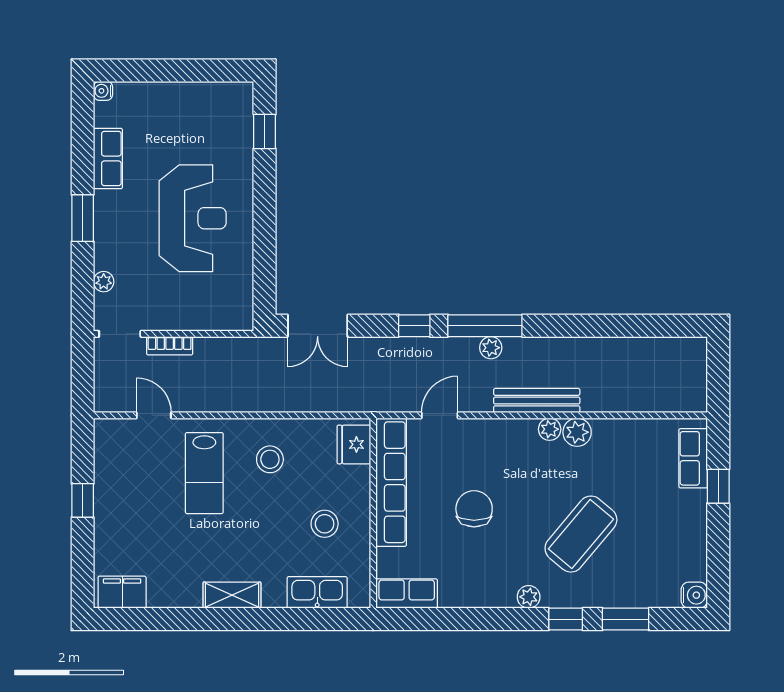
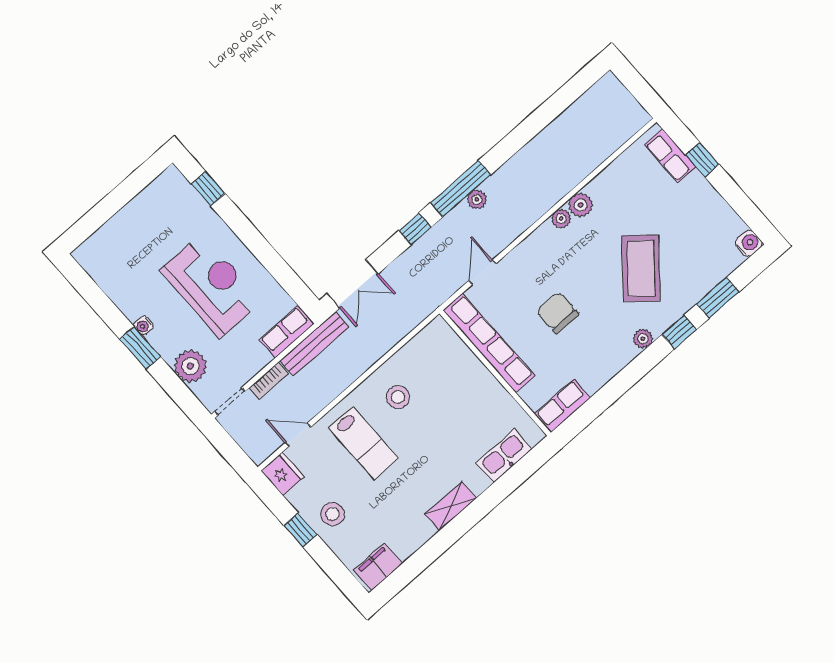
water cooler: (103, 91) -> (144, 326), moved
row of seats: (108, 158) -> (287, 332), moved, turned -90
plant: (104, 282) -> (190, 366), width x1.88, depth x1.88
bench: (537, 401) -> (314, 344), moved
fridge: (354, 444) -> (282, 474), moved, turned 180
stool: (325, 524) -> (333, 514), moved

